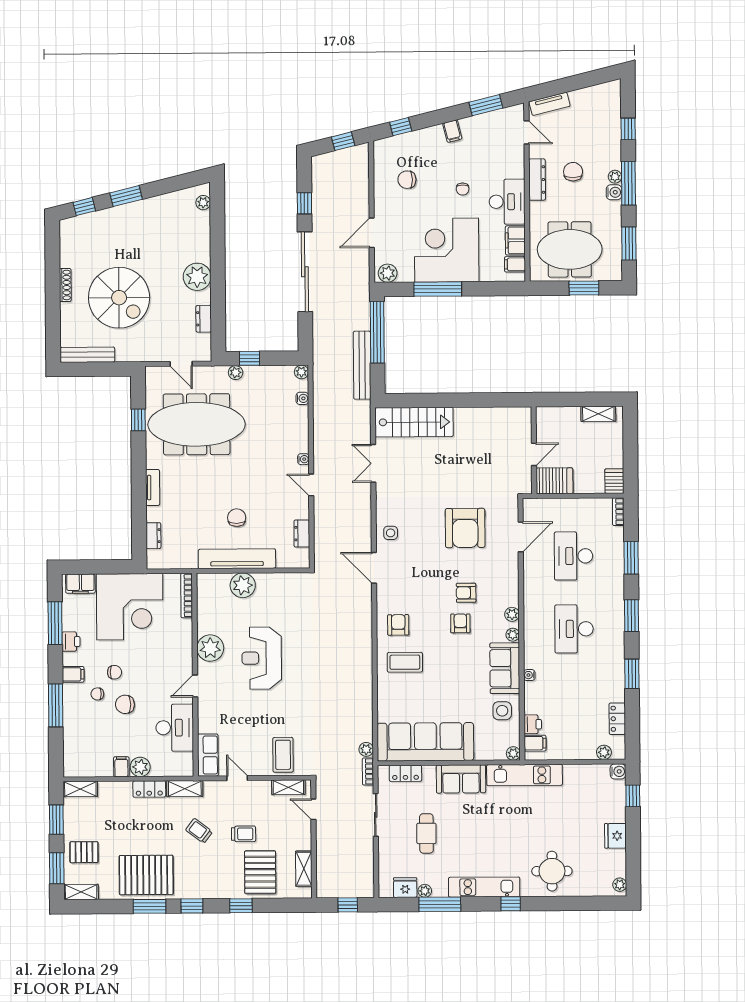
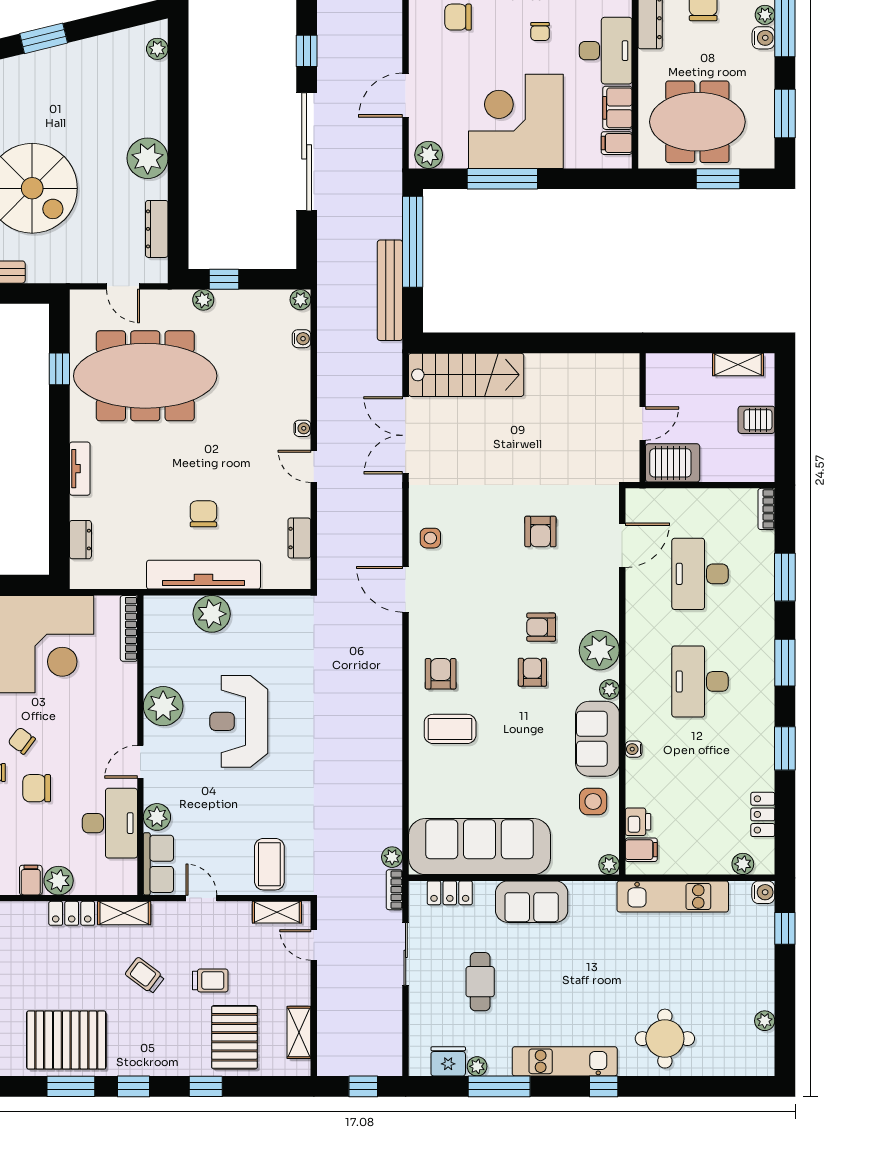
dresser: (204, 319) -> (157, 229), width x1.44
double door: (373, 463) -> (406, 435), width x1.37
server rack: (614, 481) -> (756, 420), moved, turned -90
armchair: (465, 528) -> (540, 531), width x0.53, depth x0.53
plant: (512, 614) -> (599, 650), width x1.88, depth x1.88
chair: (114, 672) -> (22, 741), turned -143
plant: (207, 723) -> (157, 817), added
kitchen unit: (525, 775) -> (673, 897), moved
fridge: (615, 836) -> (759, 987), removed
plant: (620, 885) -> (765, 1021), moved

